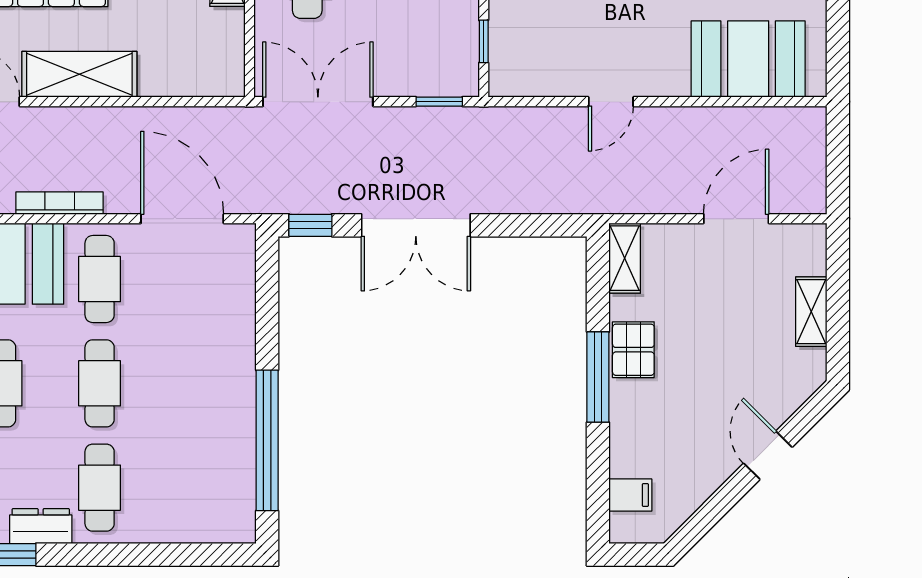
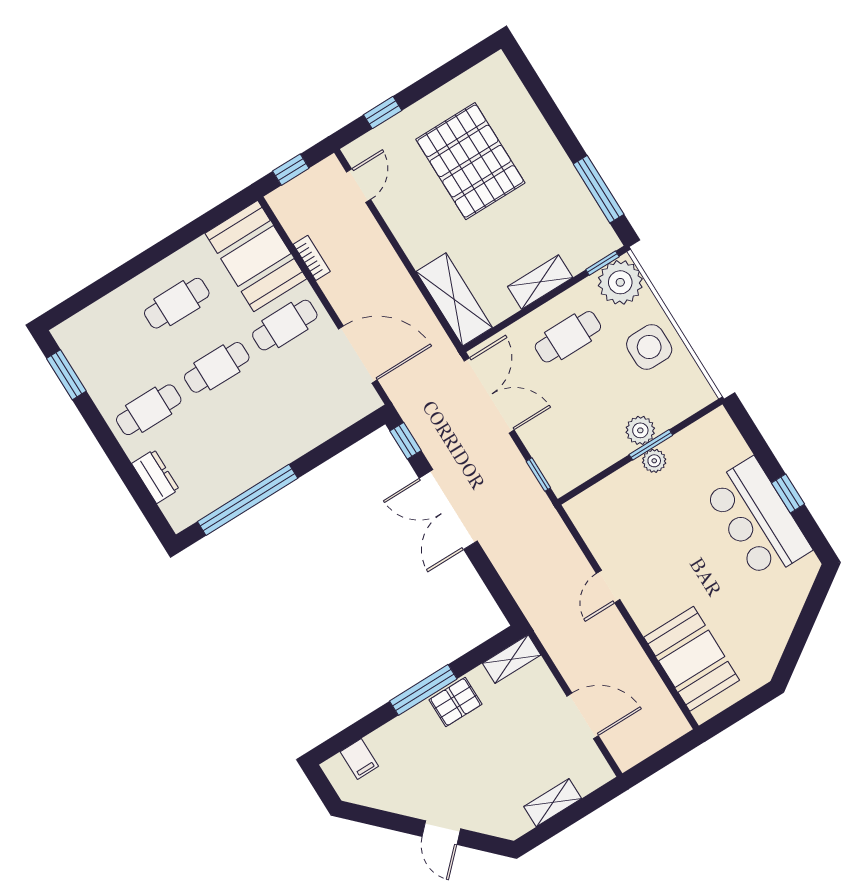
window: (484, 41) -> (596, 479), removed
shelving: (79, 74) -> (454, 299), moved
door: (611, 102) -> (608, 587), hinge flipped
bookcase: (60, 203) -> (312, 258), width x0.64
door: (182, 219) -> (358, 354), hinge flipped
door: (768, 455) -> (441, 833), swing flipped
dresser: (41, 526) -> (155, 476), moved

